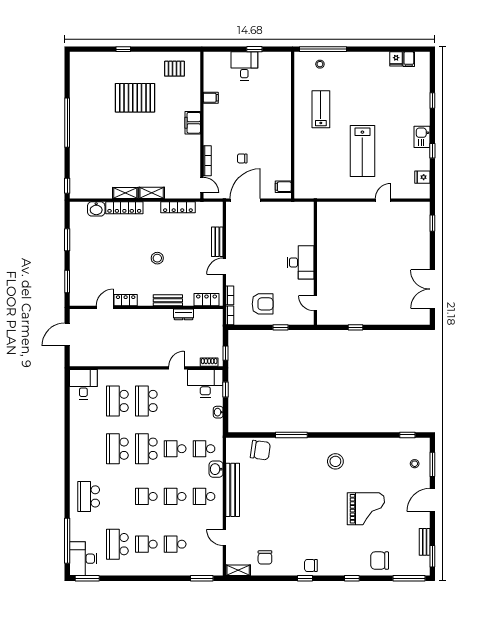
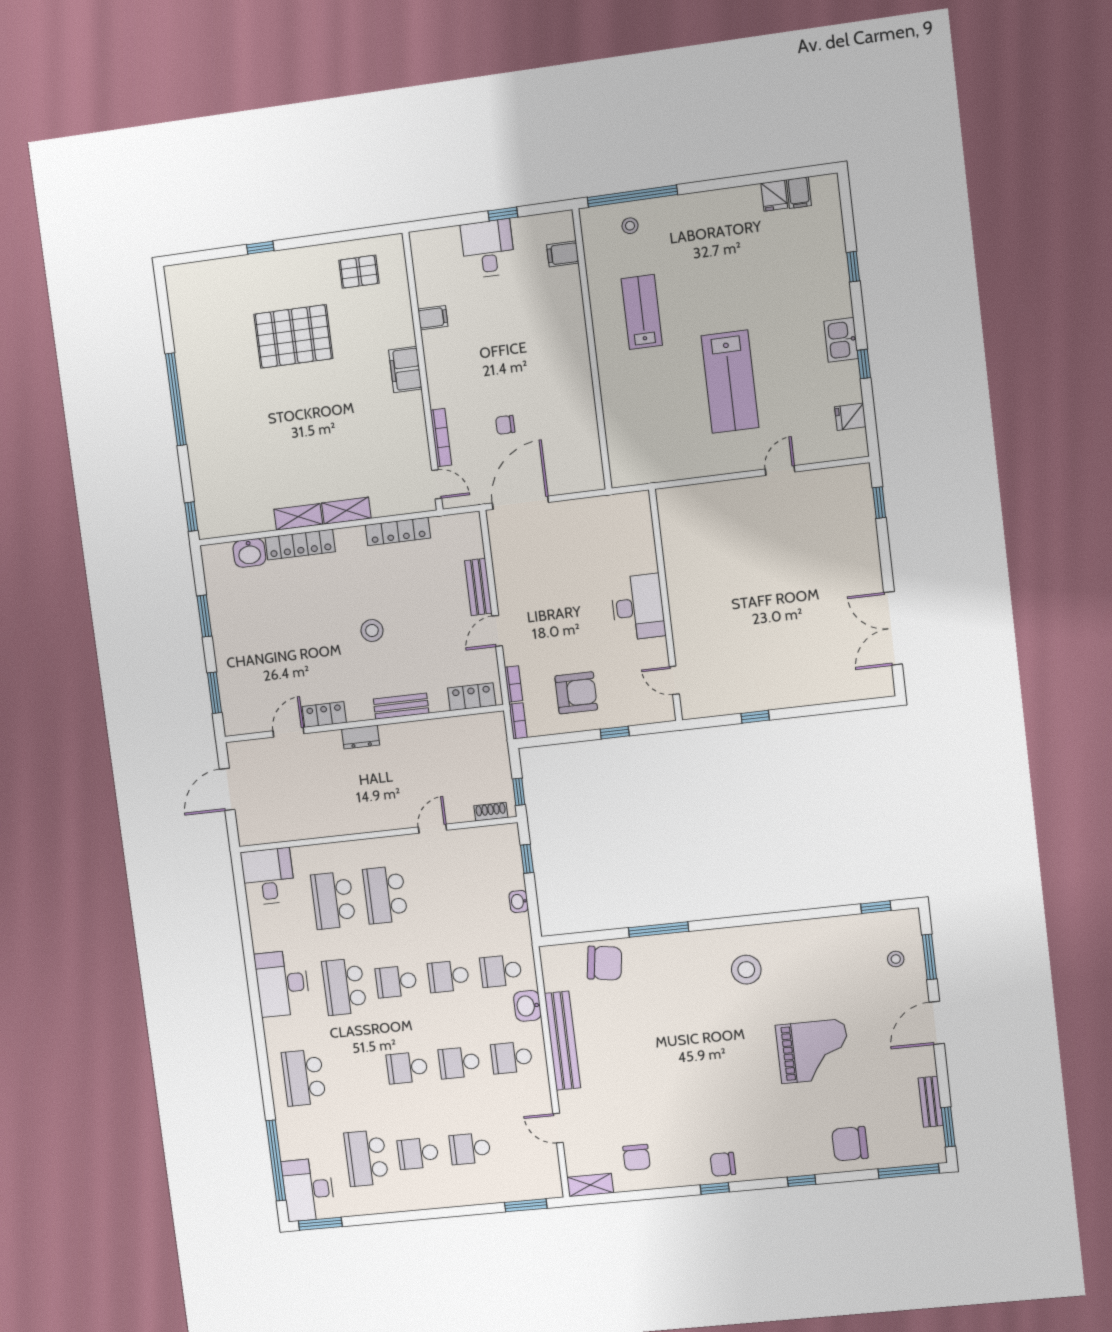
filing cabinet: (283, 187) -> (563, 254), moved
dresser: (184, 314) -> (361, 737), moved
desk: (205, 383) -> (282, 983), moved, turned -90
school desk: (146, 449) -> (396, 982), width x0.54

